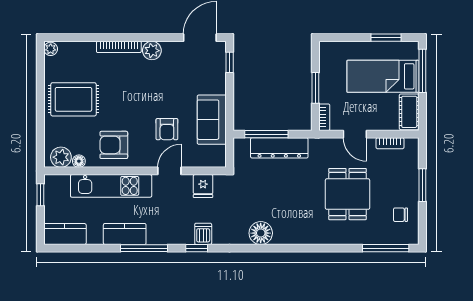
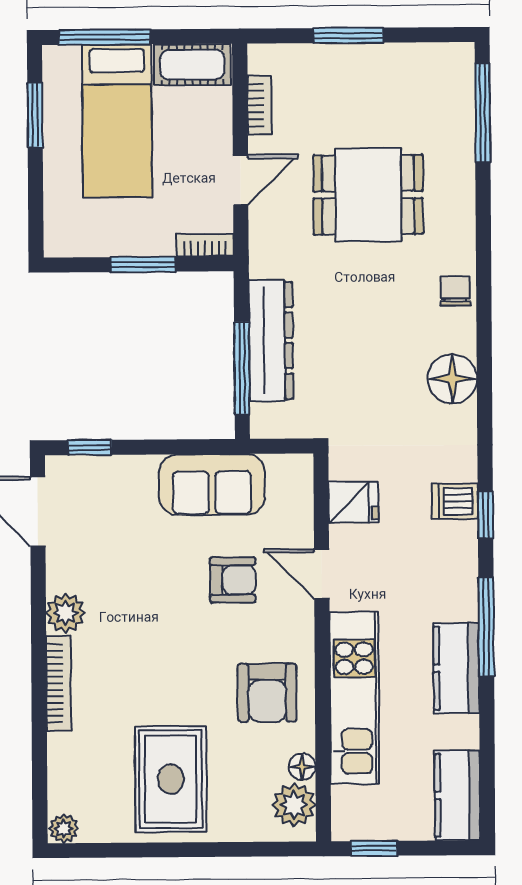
chair: (400, 215) -> (455, 291), moved, turned 180

